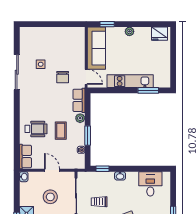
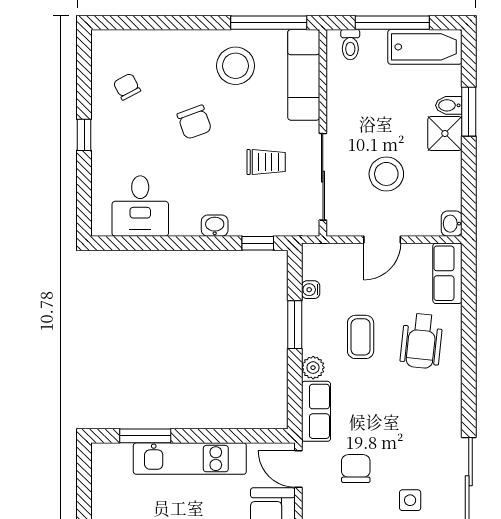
wheelchair: (36, 129) -> (421, 341), turned -84
door: (52, 170) -> (382, 240), hinge flipped

